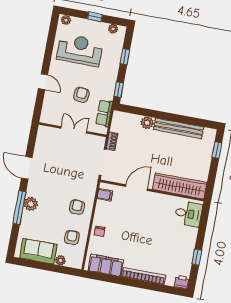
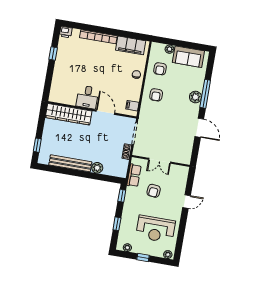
door: (43, 82) -> (187, 202), swing flipped
door: (137, 188) -> (105, 112), swing flipped
desk: (188, 214) -> (87, 97), moved, turned -90

